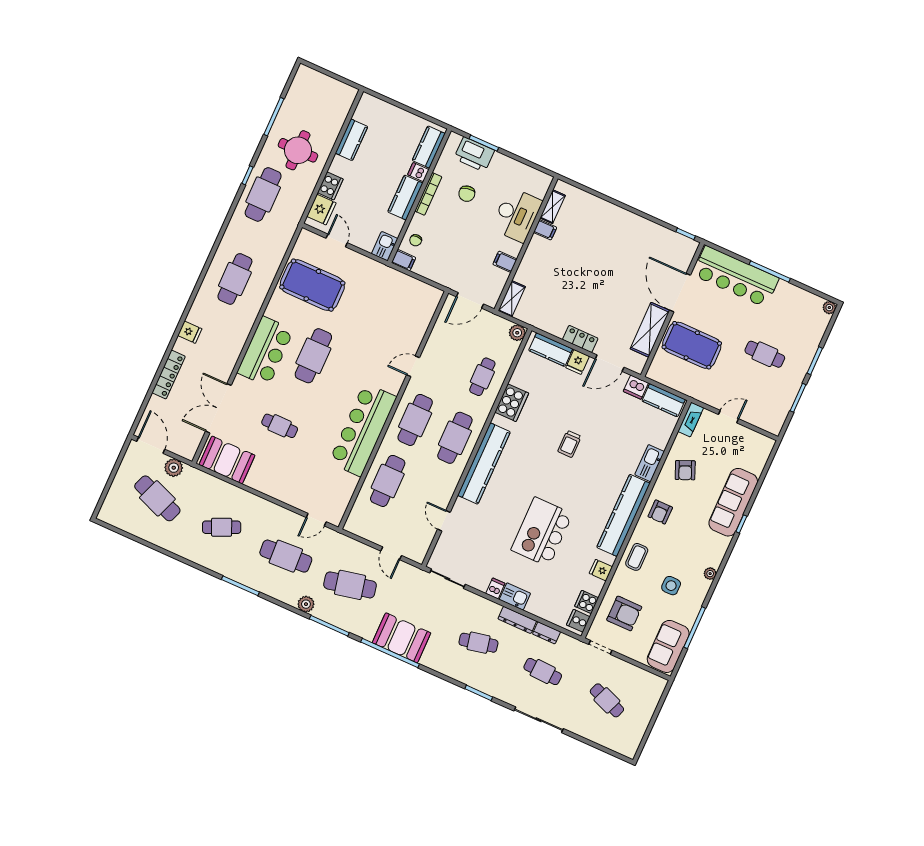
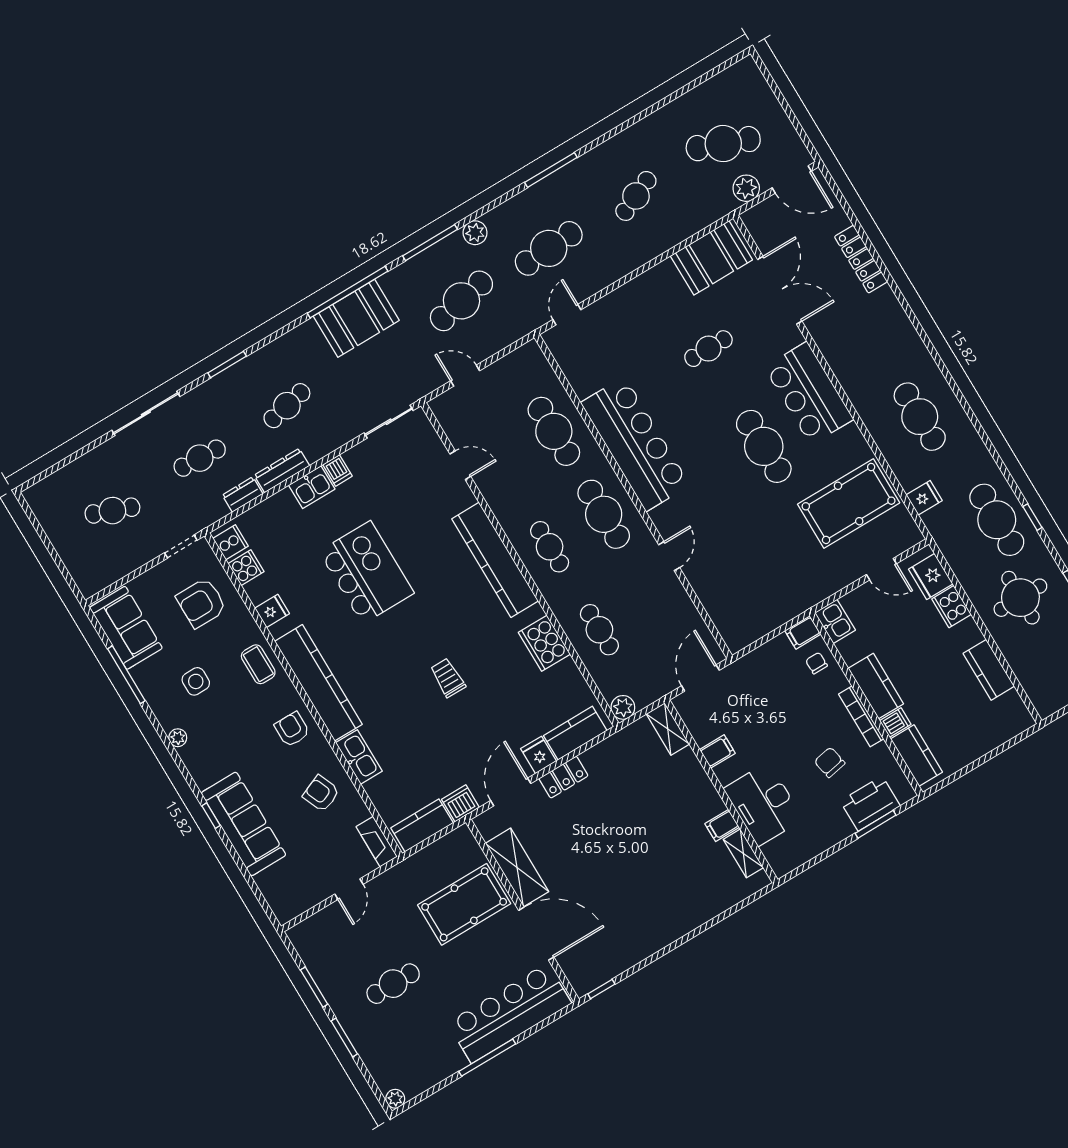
fridge: (190, 332) -> (924, 498), moved, turned 180
cafe table: (455, 438) -> (550, 547), width x0.73, depth x0.74

